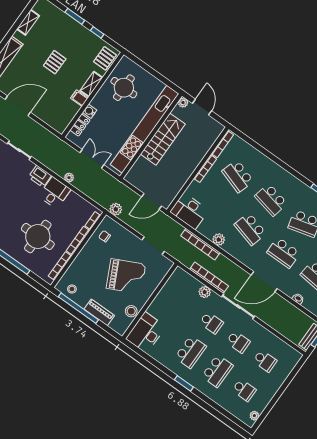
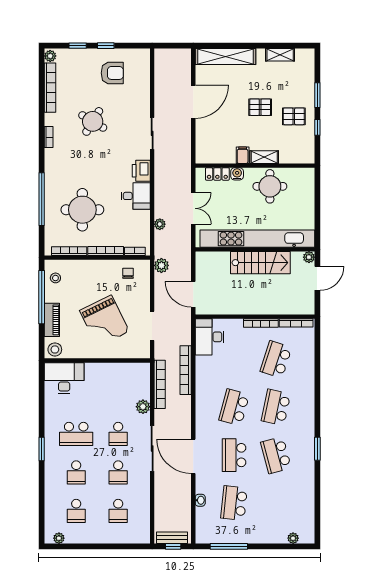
pallet: (105, 58) -> (294, 116), moved
round table: (124, 88) -> (270, 186), moved
door: (18, 106) -> (193, 102), hinge flipped
plant: (69, 178) -> (160, 224), moved
plant: (219, 240) -> (203, 384), removed
bookcase: (209, 278) -> (160, 384), moved
stool: (131, 311) -> (55, 349), moved
school desk: (217, 371) -> (76, 472), width x0.54

